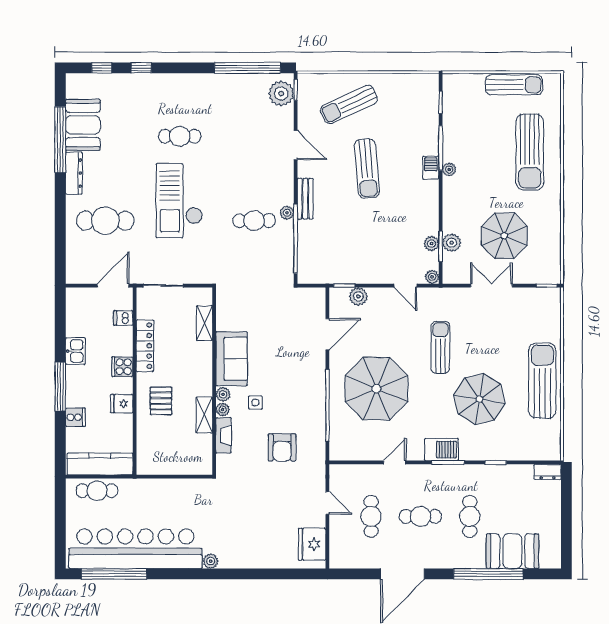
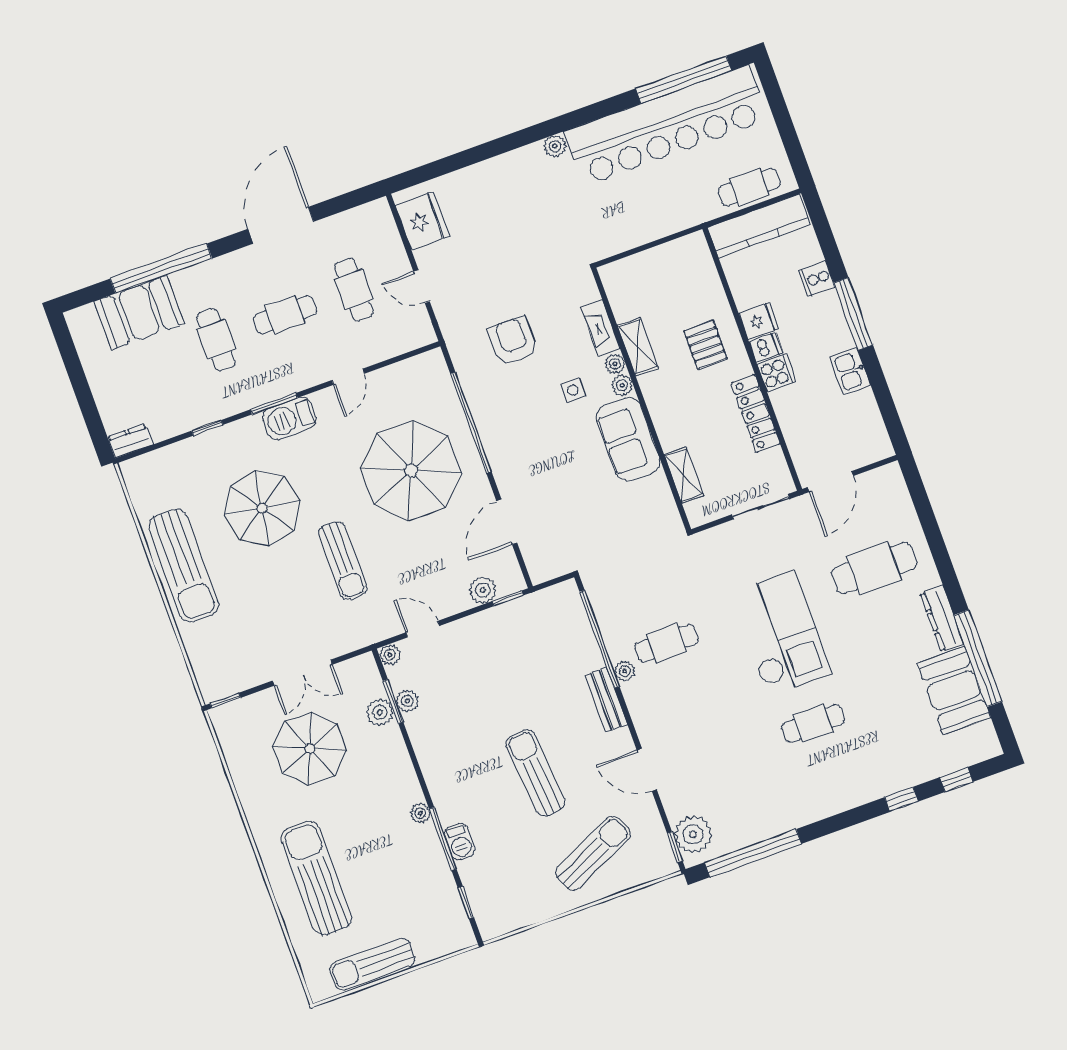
barbecue: (431, 168) -> (459, 842), moved
dishwasher: (123, 318) -> (766, 347), moved

